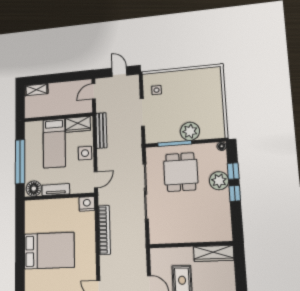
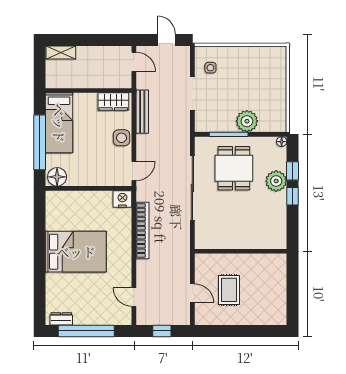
door: (94, 91) -> (134, 62), swing flipped
bed: (54, 143) -> (59, 123), moved
tv unit: (56, 190) -> (85, 180), removed
wardrobe: (214, 253) -> (265, 262), removed

